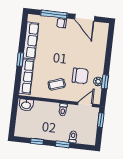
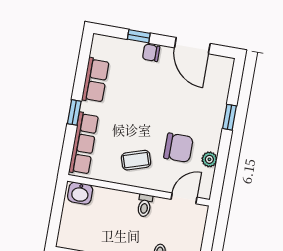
window: (54, 14) -> (139, 36), width x0.46
row of seats: (31, 41) -> (95, 80), width x0.68
window: (105, 82) -> (229, 117), moved
window: (101, 120) -> (210, 228), removed

